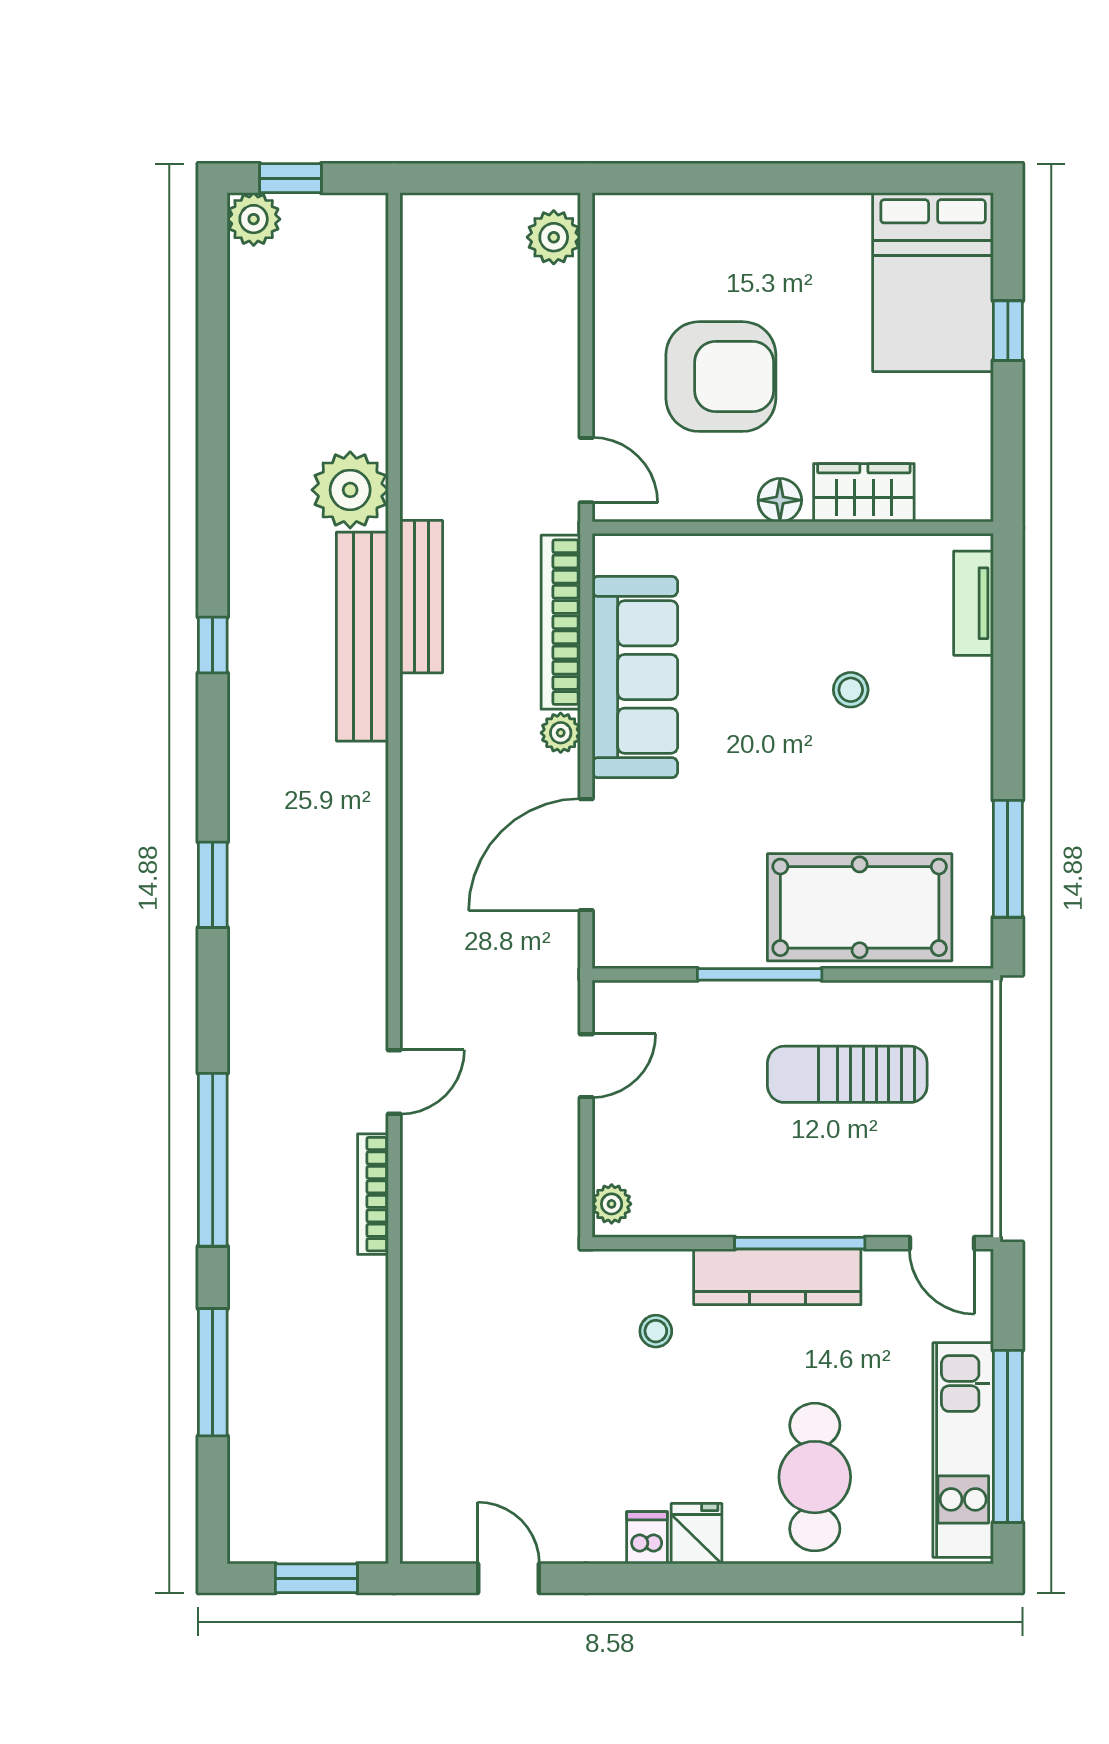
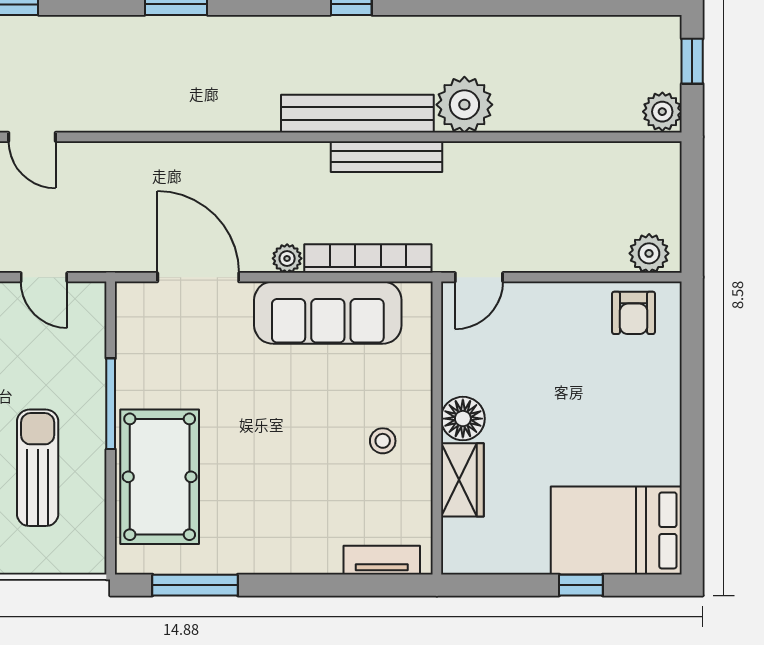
plant: (254, 219) -> (662, 112), moved
armchair: (721, 377) -> (634, 313), moved, width x0.53, depth x0.53
floor lamp: (780, 500) -> (463, 419), width x1.38, depth x1.38
stool: (851, 690) -> (383, 441), moved

